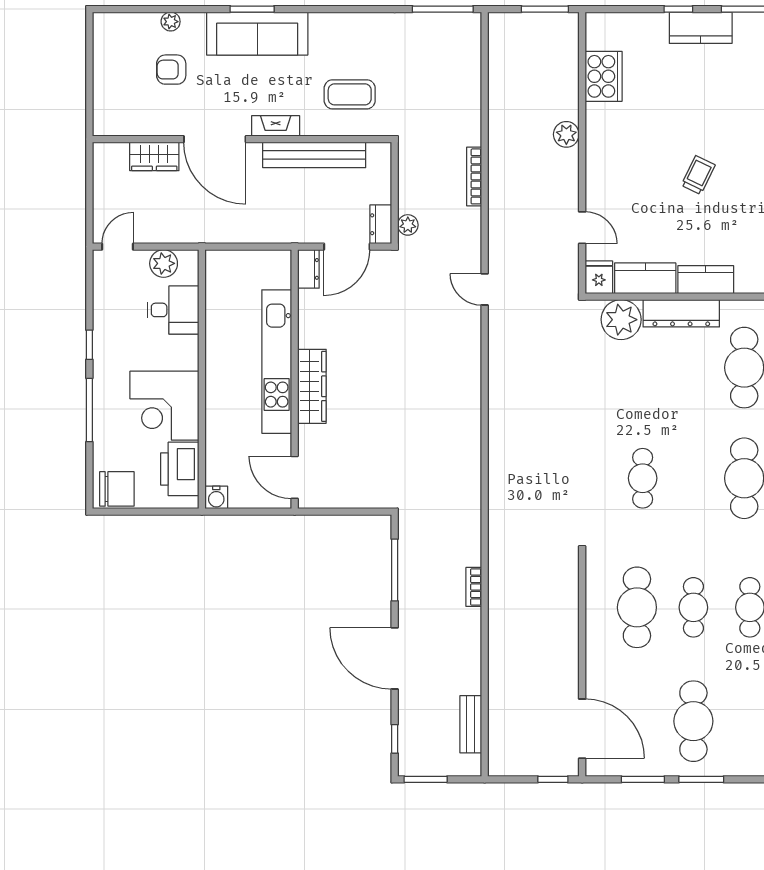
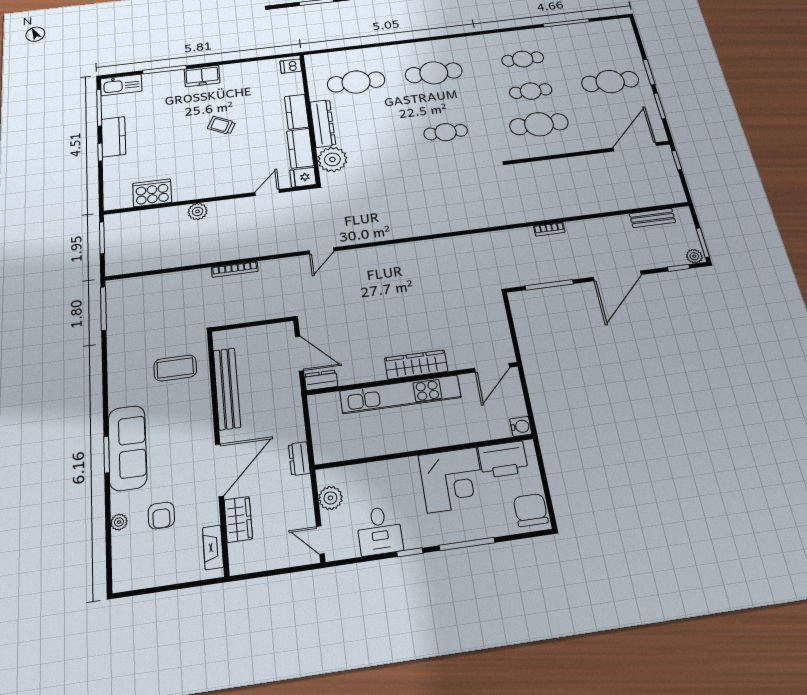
coffee table: (350, 94) -> (175, 368), turned 90
fireplace: (276, 126) -> (213, 547), moved
dresser: (381, 224) -> (299, 459), moved, turned 90
plant: (408, 225) -> (694, 256), moved
desk: (173, 310) -> (380, 531), moved, turned 180

